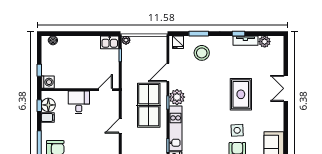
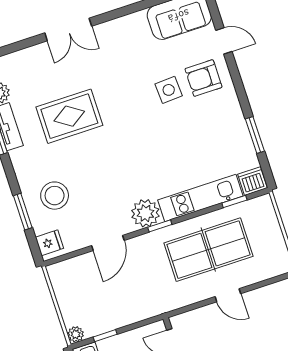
door: (168, 73) -> (108, 243), hinge flipped
rug: (241, 94) -> (69, 116), moved
table tennis table: (149, 105) -> (208, 250), moved

